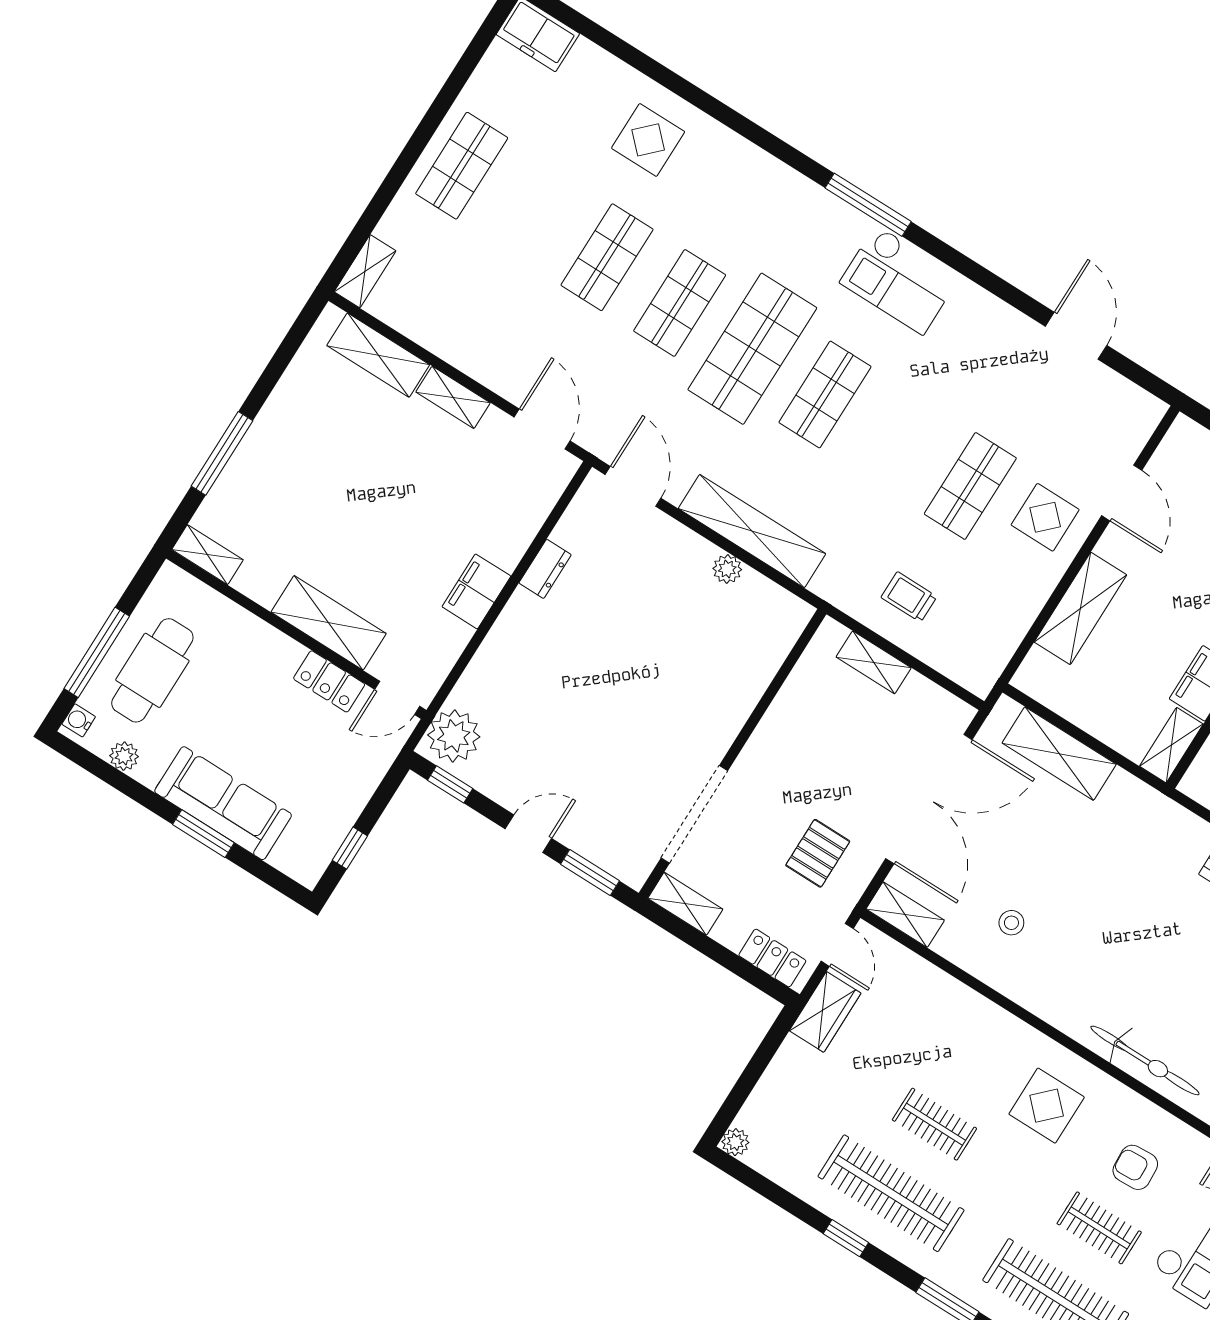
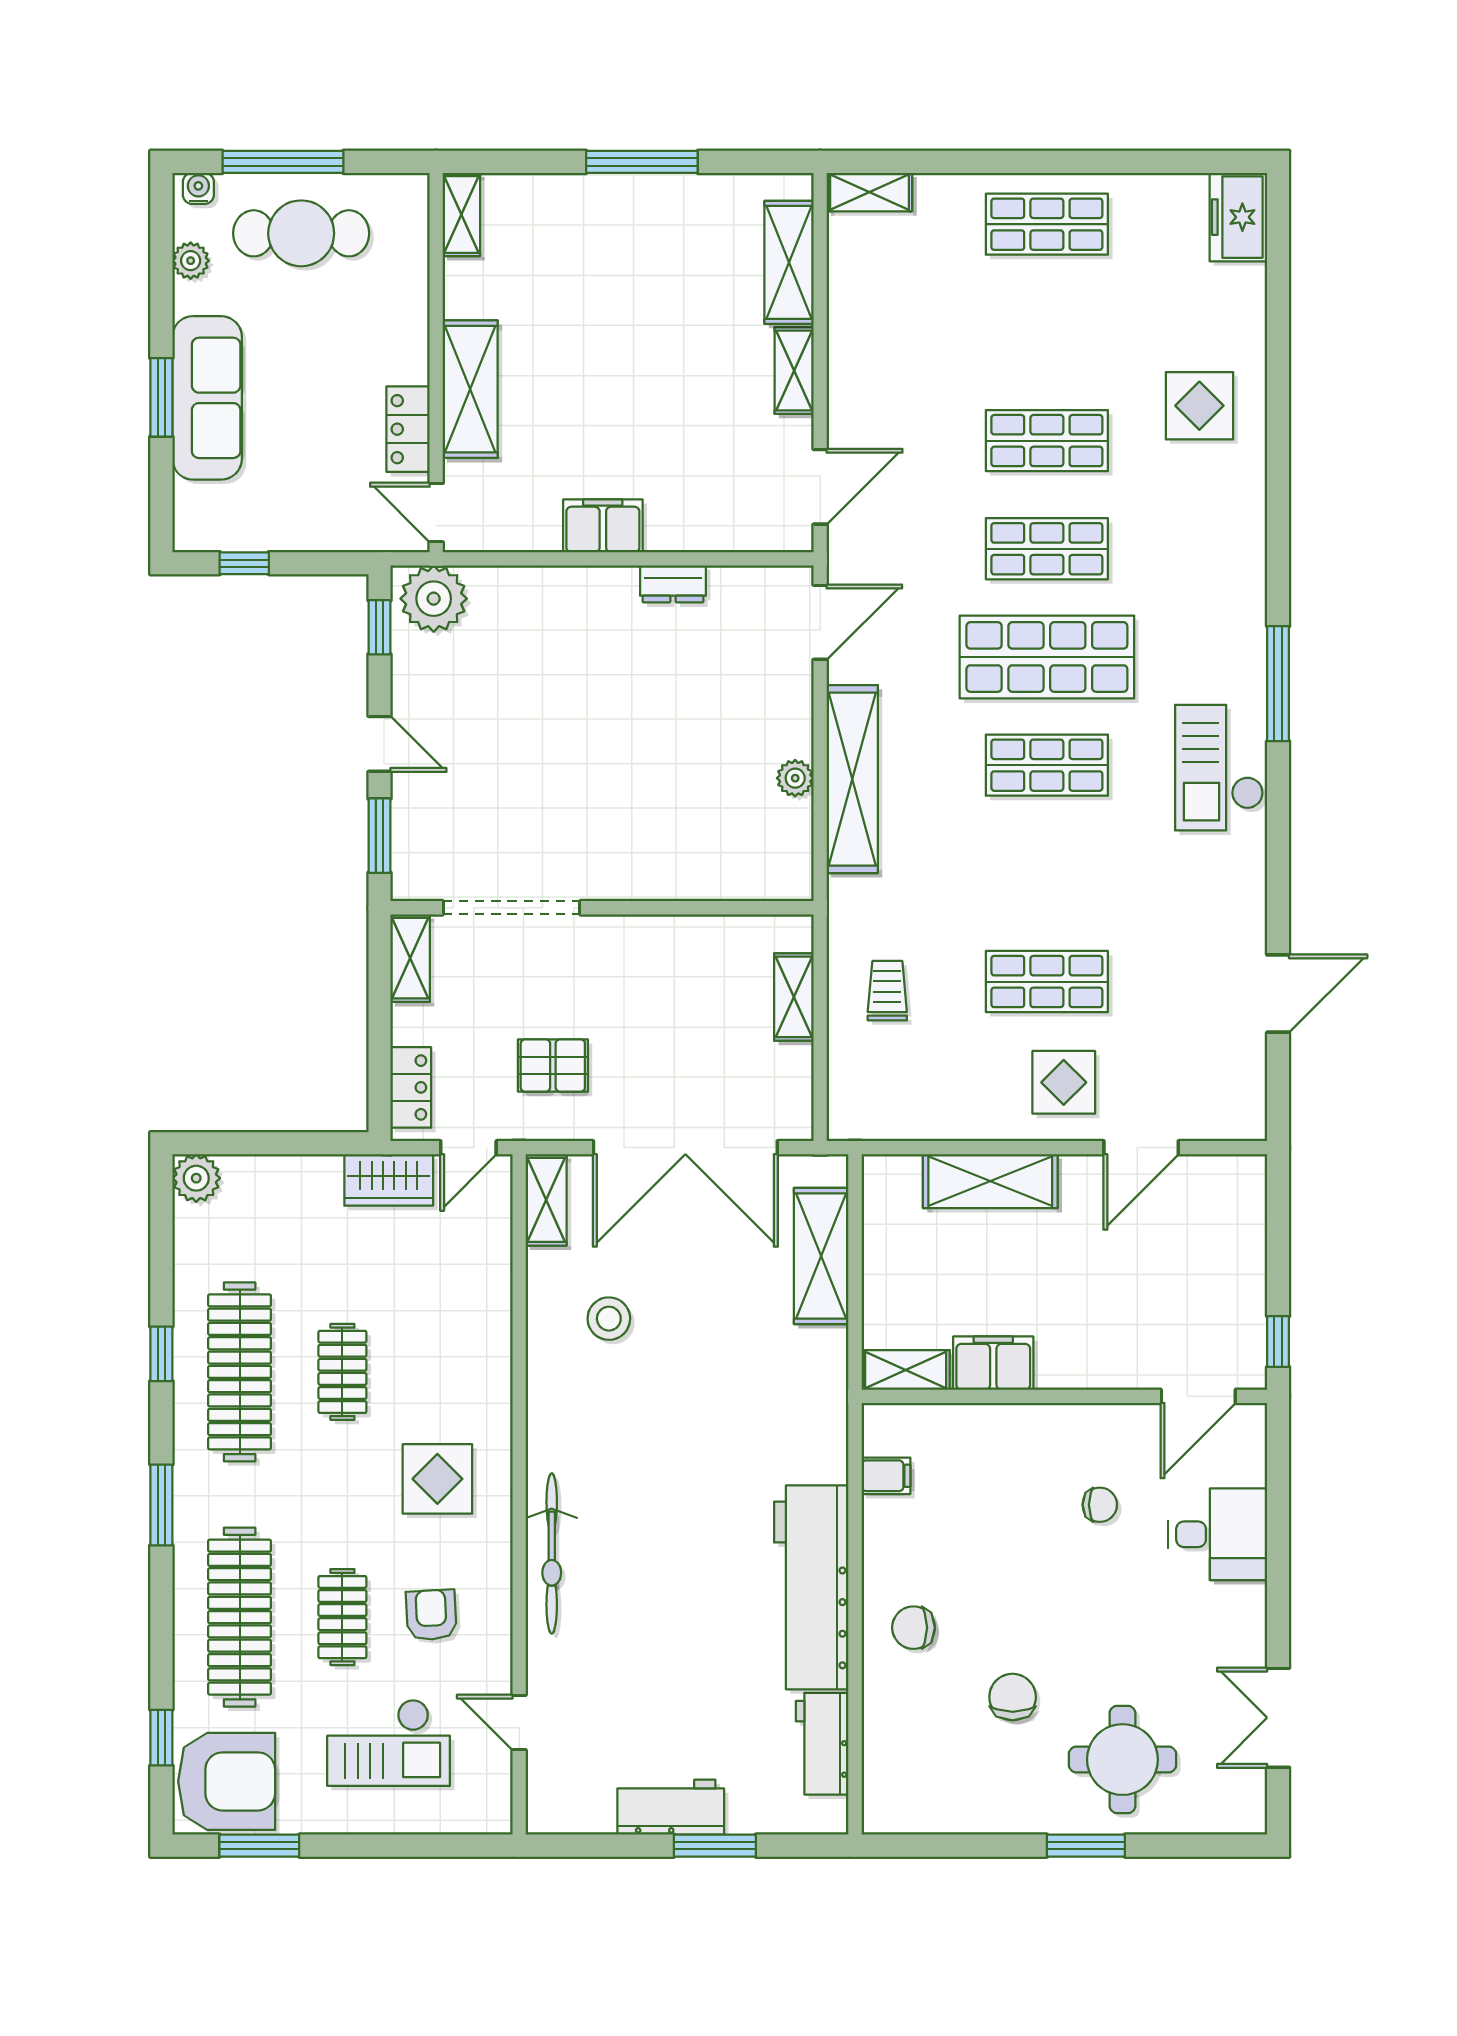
window: (222, 453) -> (642, 162), moved
stool: (1011, 923) -> (609, 1319), width x1.37, depth x1.37
plant: (735, 1142) -> (196, 1178), width x1.38, depth x1.38

